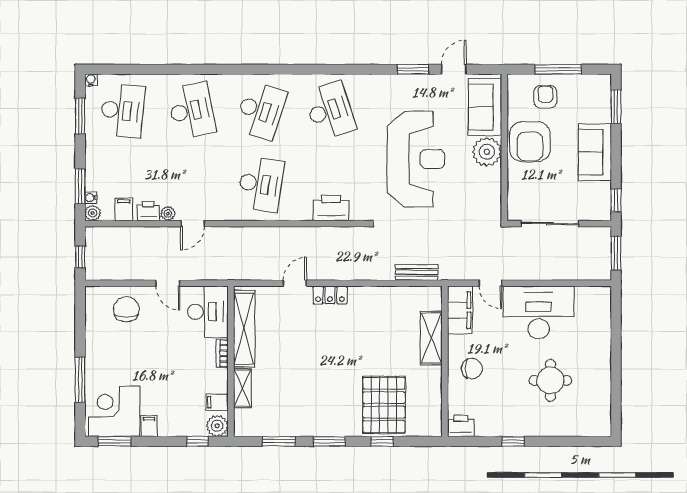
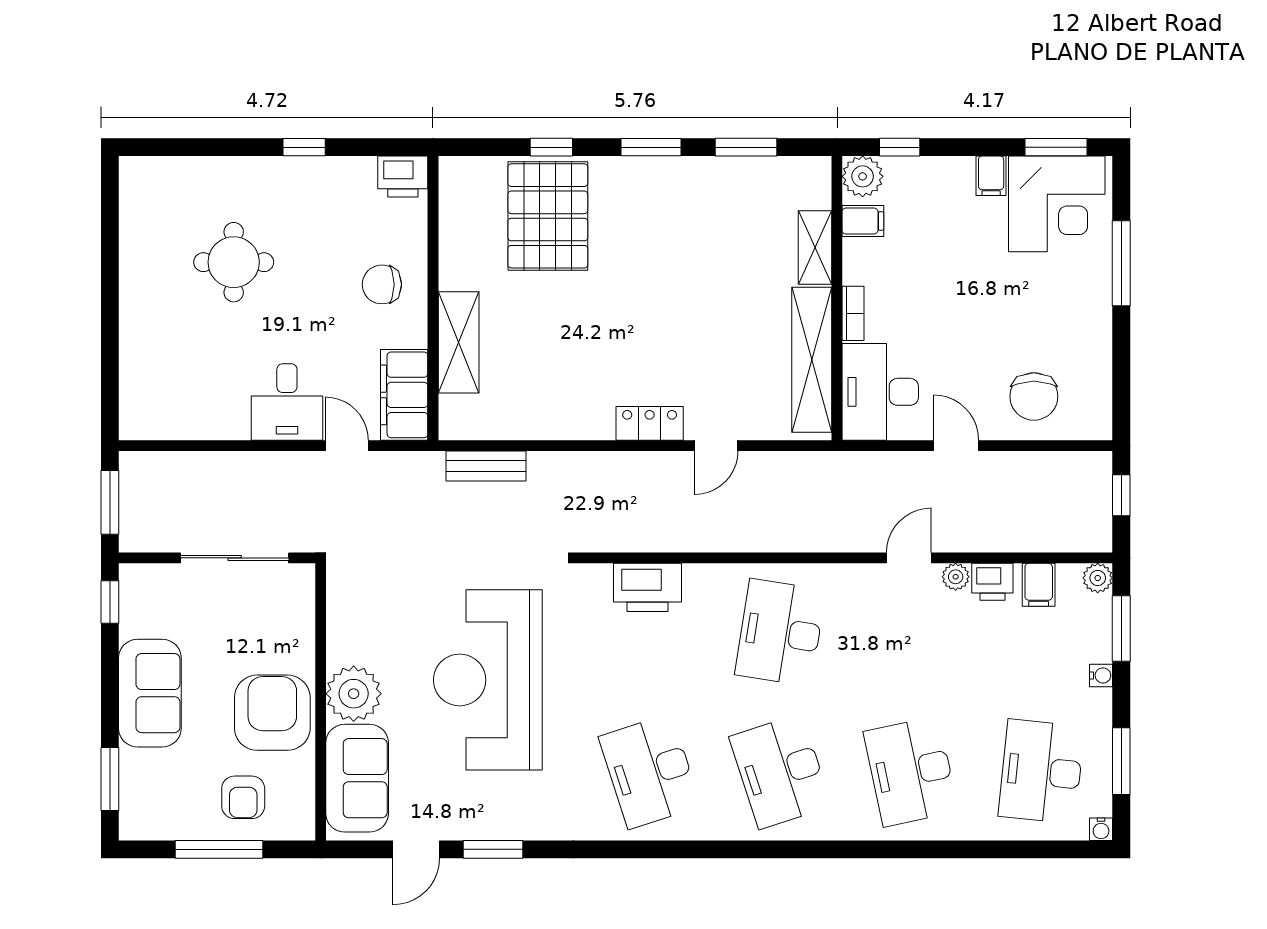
desk: (261, 111) -> (780, 771), turned -36
water cooler: (91, 198) -> (1101, 675), moved
desk: (539, 312) -> (287, 402), width x0.53, depth x0.77

